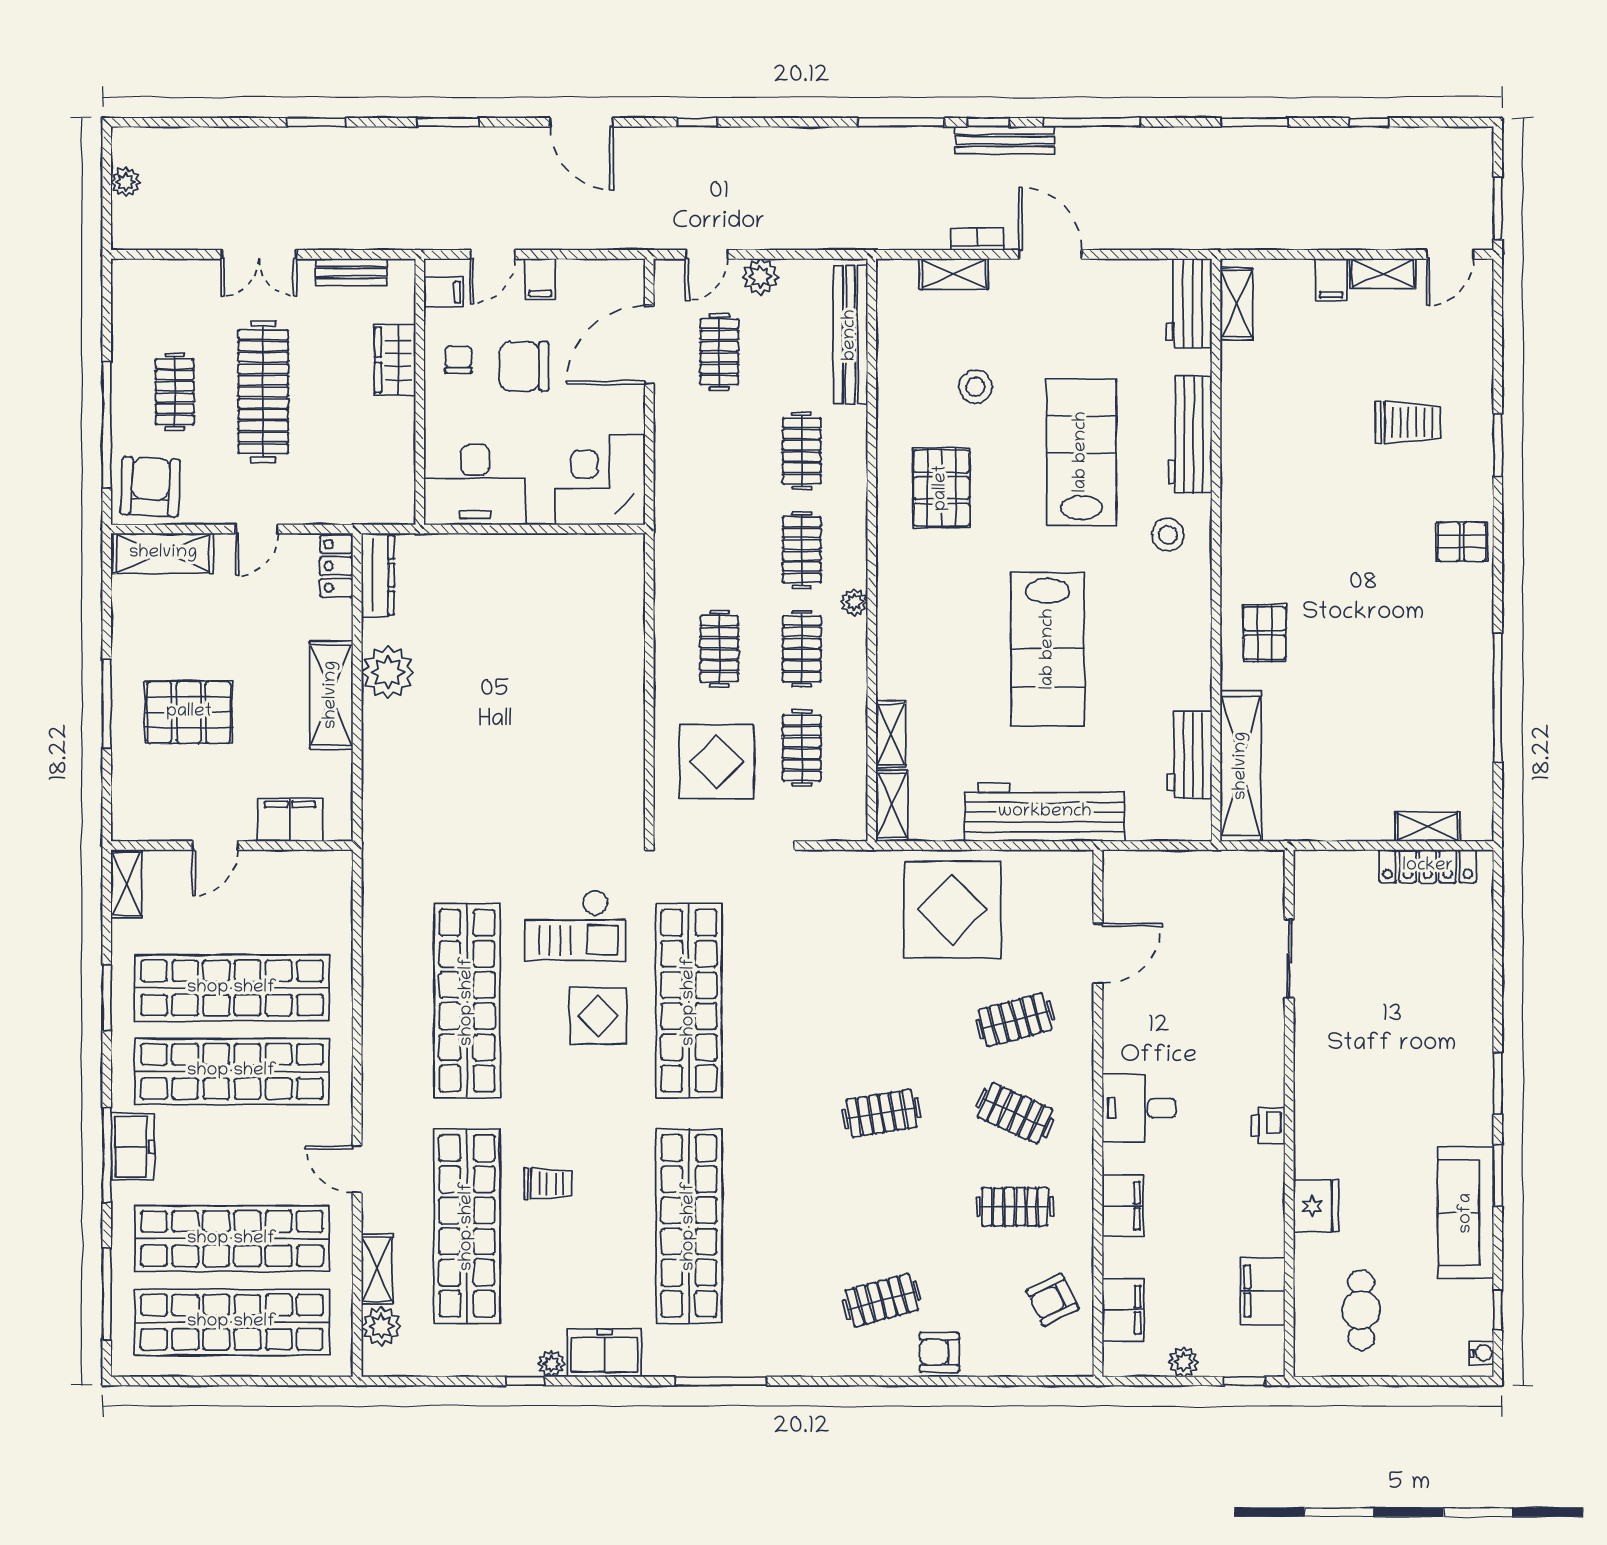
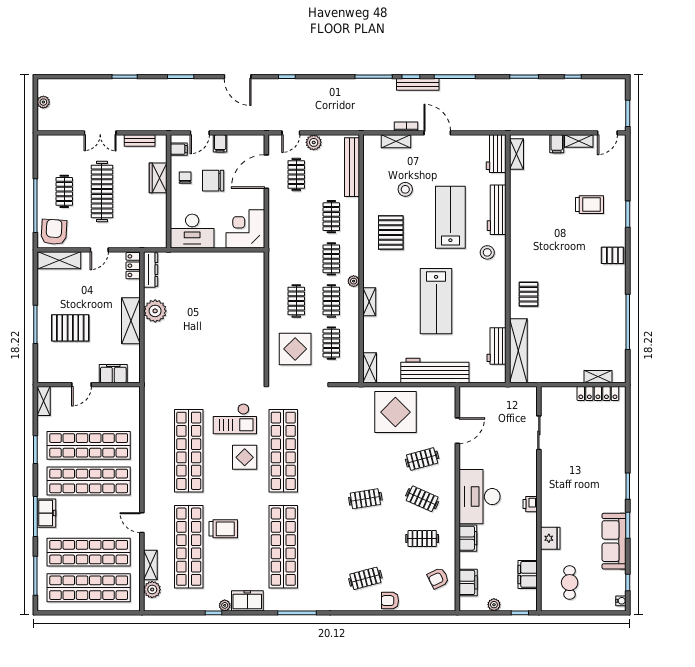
shelving: (891, 734) -> (369, 302), moved
desk: (1139, 1108) -> (480, 497), width x1.87, depth x1.30
trolley: (548, 1184) -> (223, 529), width x1.36, depth x1.39

